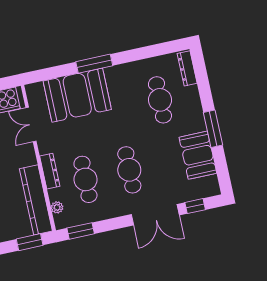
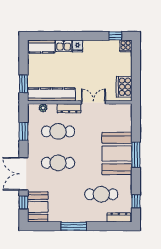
window: (159, 49) -> (136, 201), added
booth: (77, 95) -> (117, 153), moved
double door: (31, 124) -> (93, 102), moved
booth: (198, 155) -> (38, 207), moved, turned 90
window: (81, 231) -> (23, 131), moved

